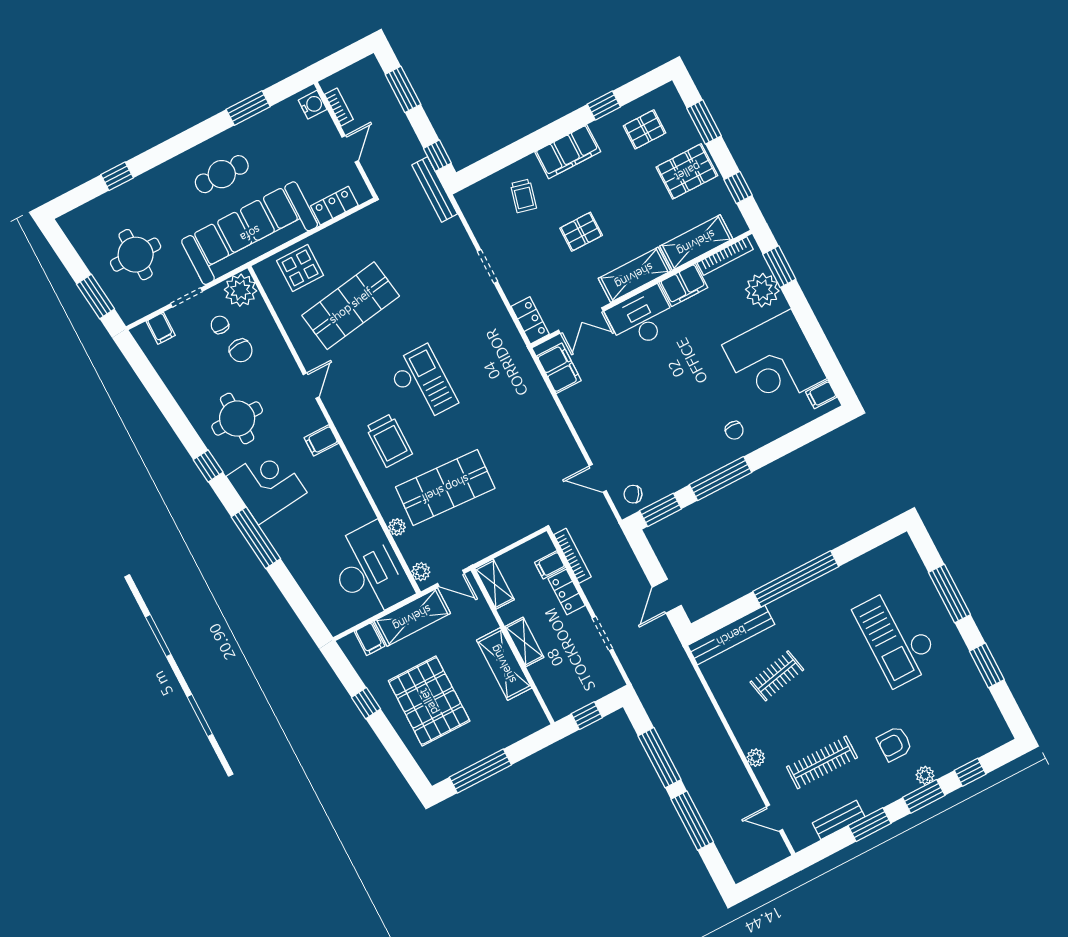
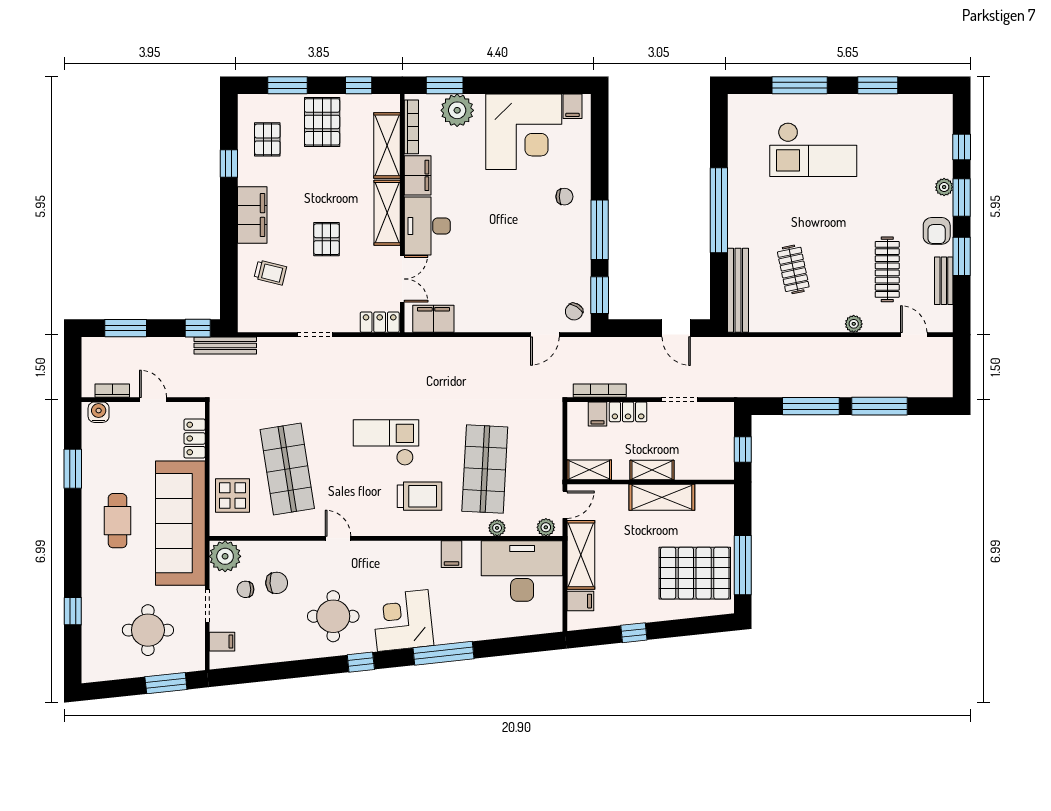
filing cabinet: (321, 440) -> (452, 554), moved
pallet: (429, 701) -> (695, 573), moved
armchair: (895, 744) -> (937, 231), moved
door: (775, 818) -> (914, 335), swing flipped

